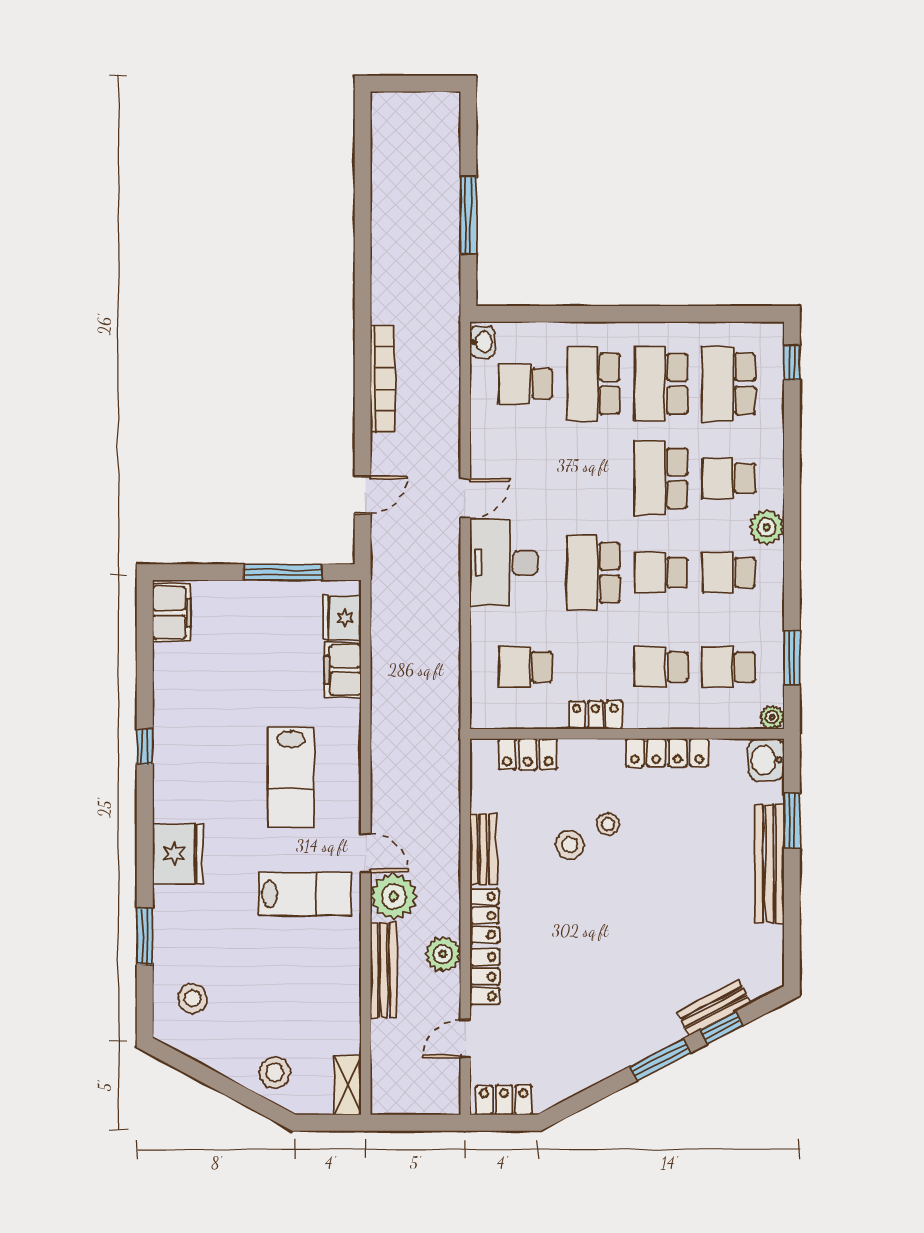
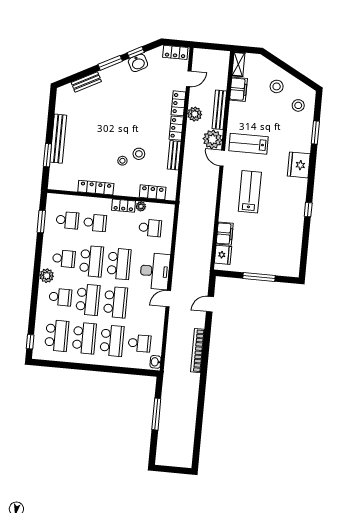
school desk: (593, 478) -> (115, 302), added
window: (283, 572) -> (259, 277), moved
school desk: (661, 573) -> (91, 261), width x1.85
filing cabinet: (172, 613) -> (238, 89), moved, turned 180
plant: (772, 717) -> (141, 206), moved
washbasin: (766, 760) -> (138, 63), moved, turned 62
window: (721, 1028) -> (136, 52), moved
stool: (275, 1072) -> (277, 86), moved

